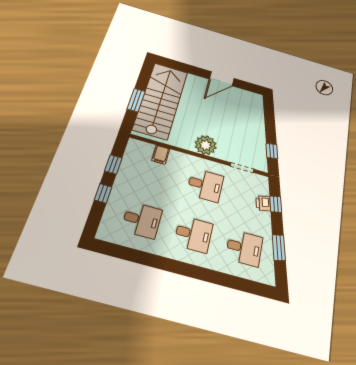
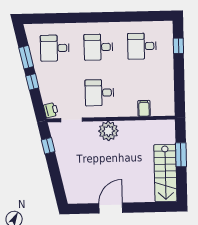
stairs: (161, 100) -> (165, 173), width x0.73, depth x0.66
window: (113, 164) -> (179, 86), removed
window: (103, 193) -> (178, 46), moved
printer: (263, 203) -> (51, 110), moved
window: (276, 204) -> (32, 82), moved

